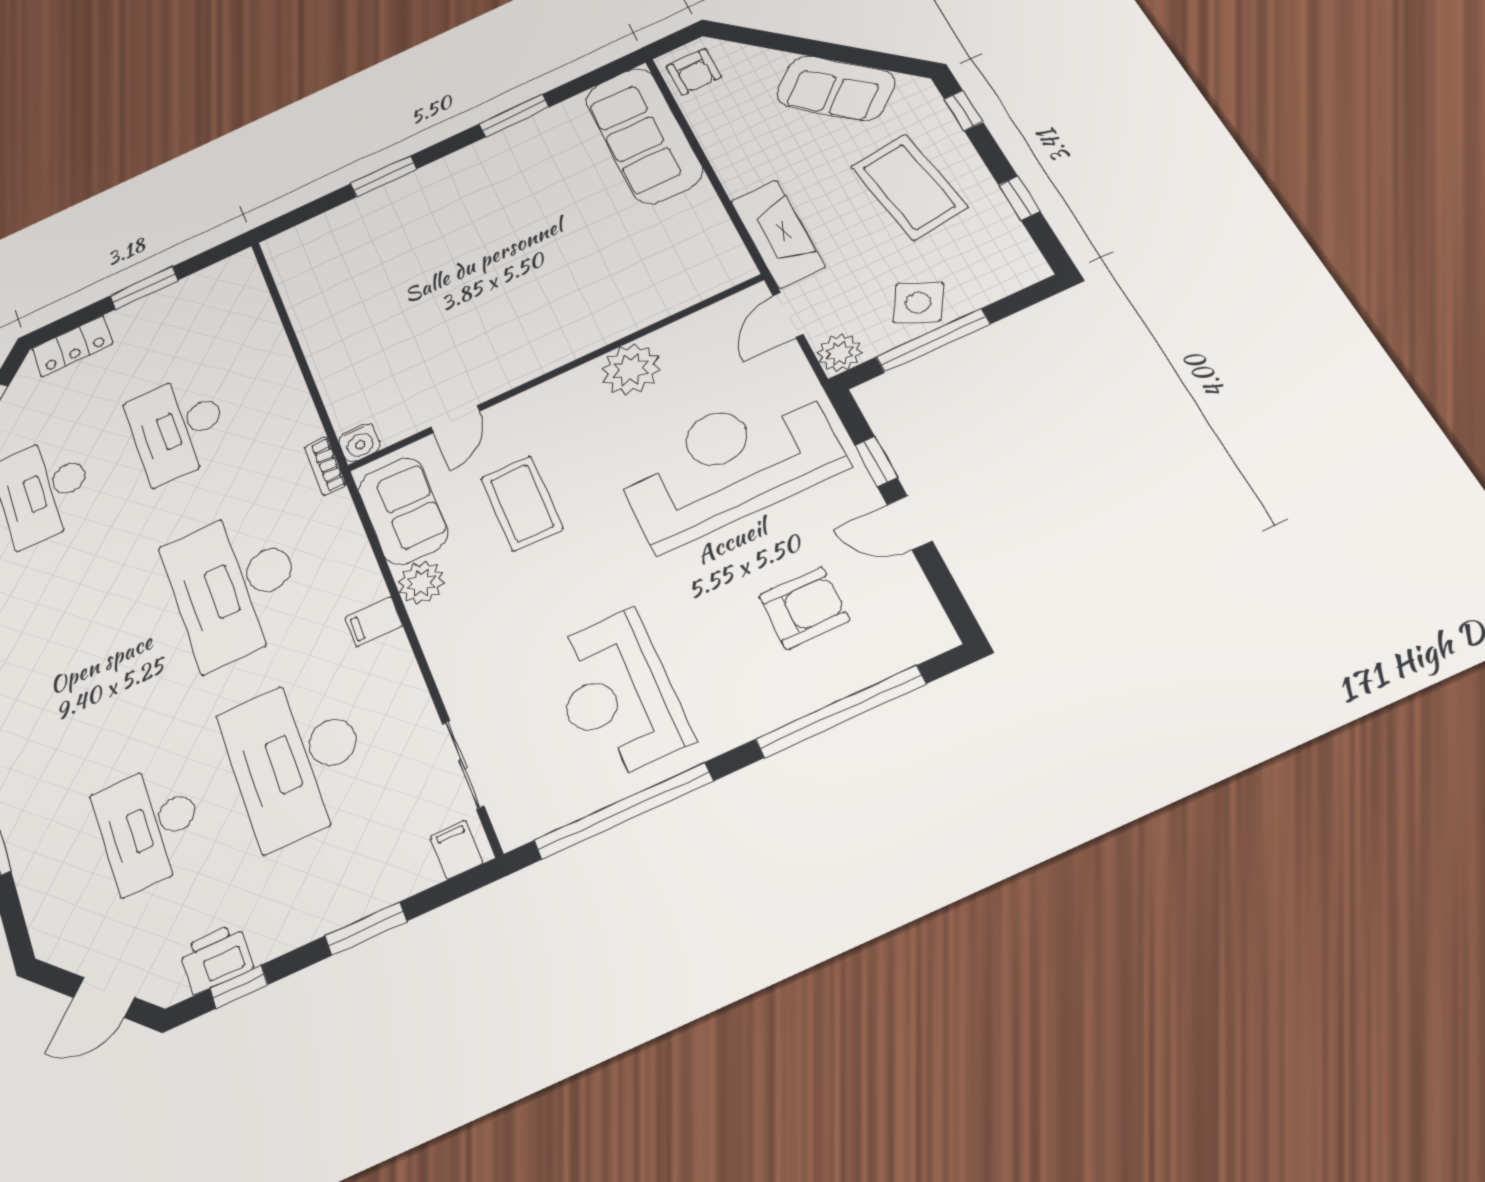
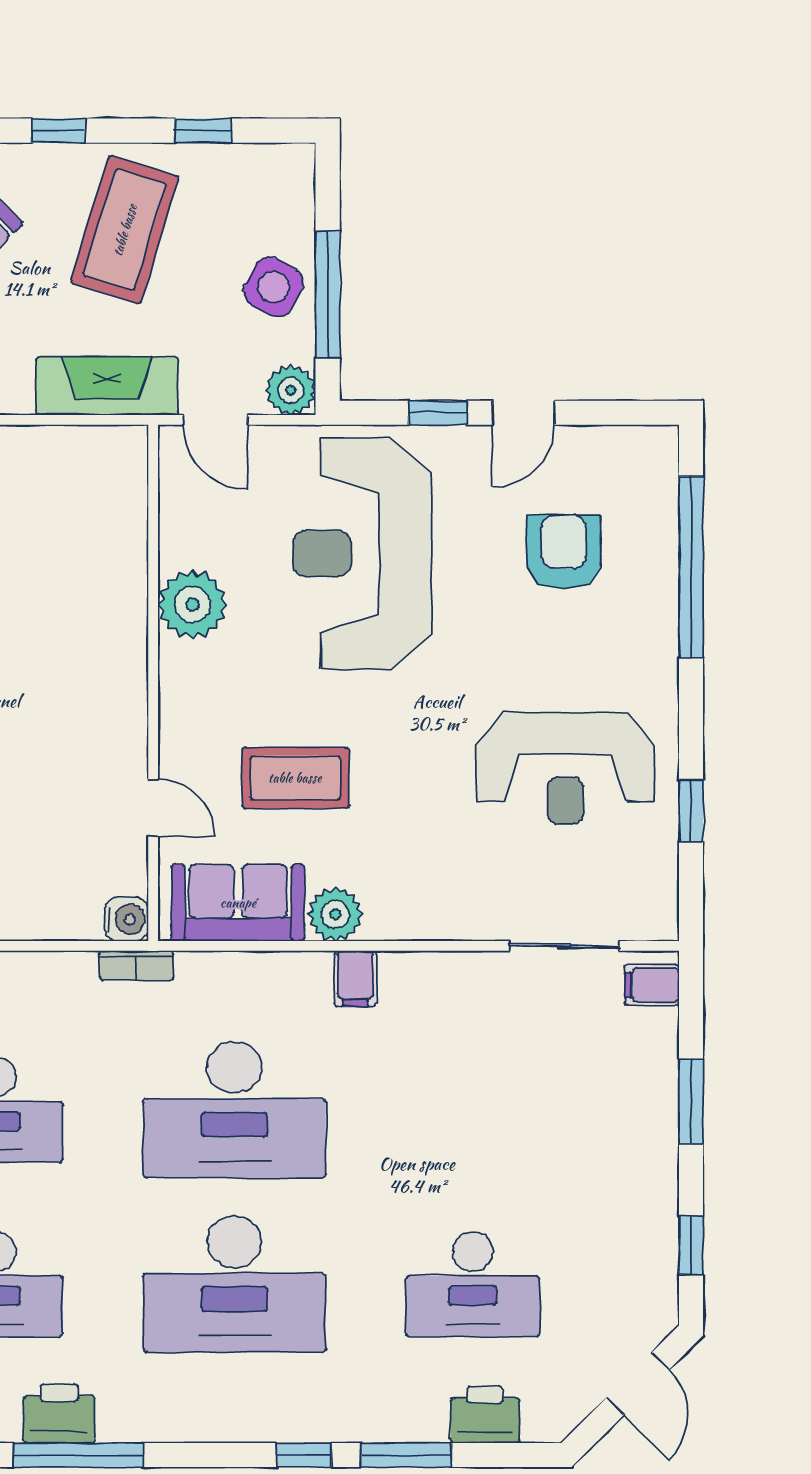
coffee table: (909, 187) -> (125, 230), turned -65
desk: (297, 759) -> (234, 1284), moved
window: (623, 811) -> (691, 811), width x0.32
printer: (216, 958) -> (485, 1415), moved, turned 90

